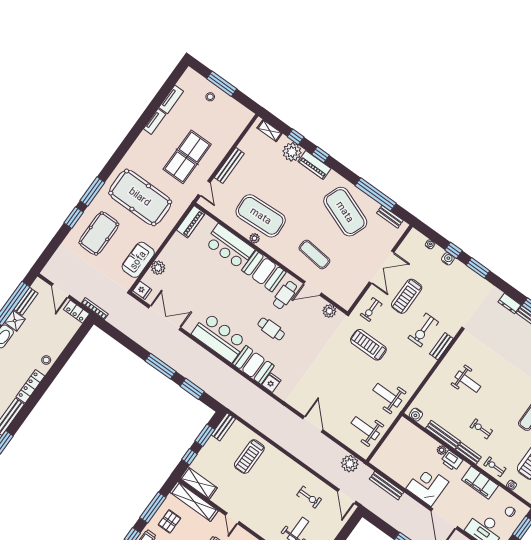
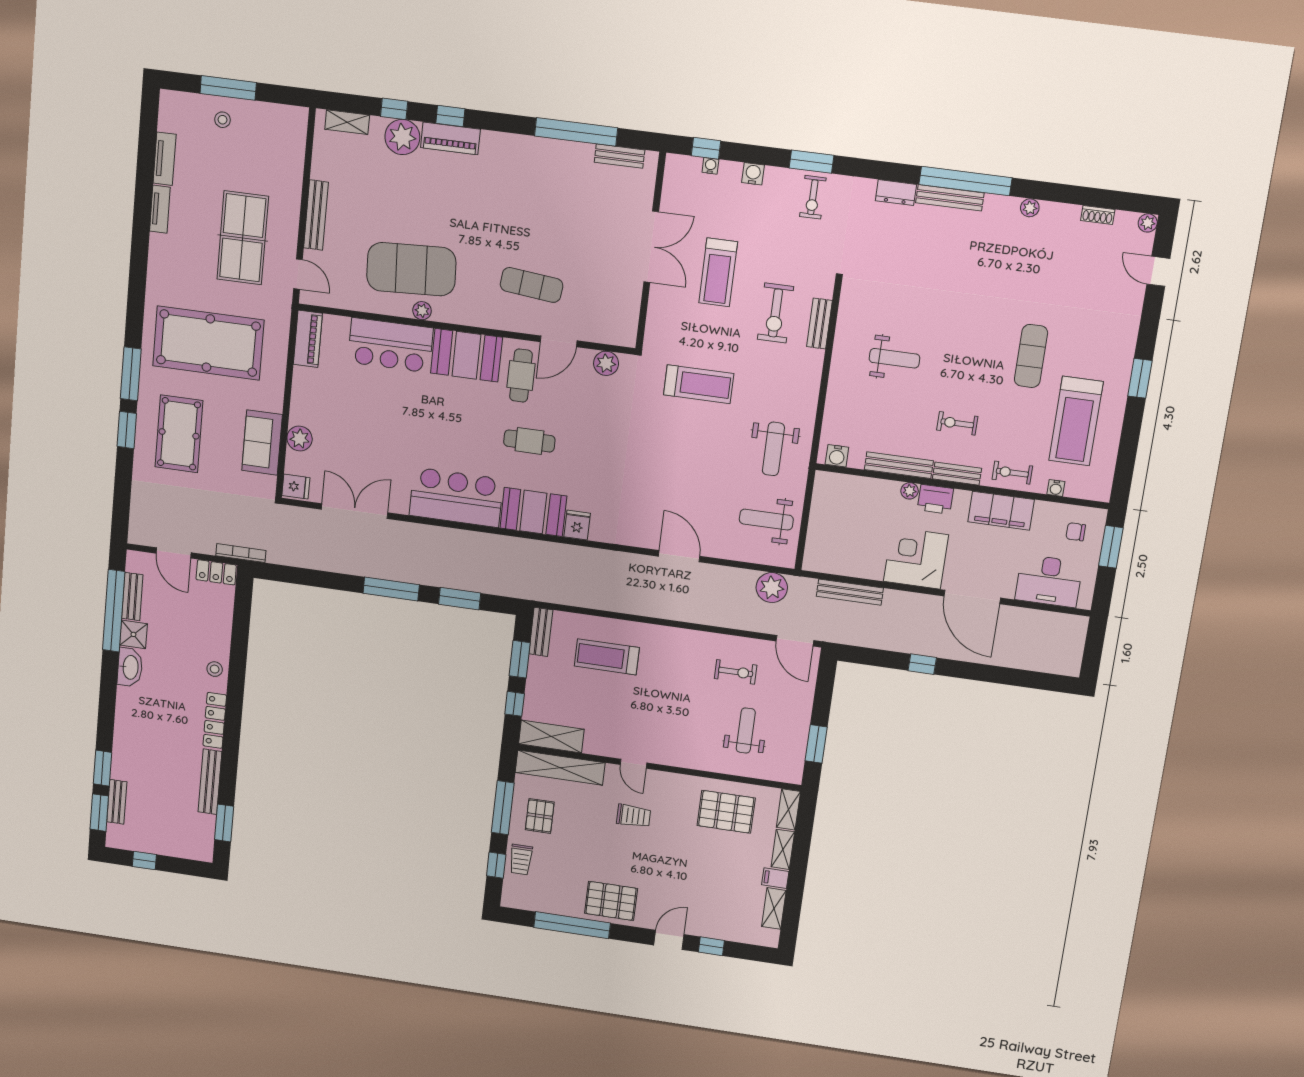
exercise mat: (345, 212) -> (542, 188), removed
window: (453, 250) -> (706, 148), moved
exercise bike: (371, 310) -> (813, 197), moved
treadmill: (368, 345) -> (699, 384), turned 180
weight bench: (387, 395) -> (773, 449), turned -90
treadmill: (249, 457) -> (607, 657), turned 90

